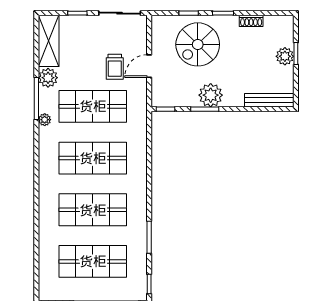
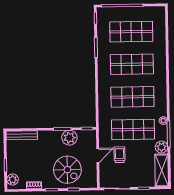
spiral stairs: (198, 44) -> (67, 170), turned 90
plant: (285, 56) -> (13, 180), moved
plant: (211, 95) -> (69, 138), moved

